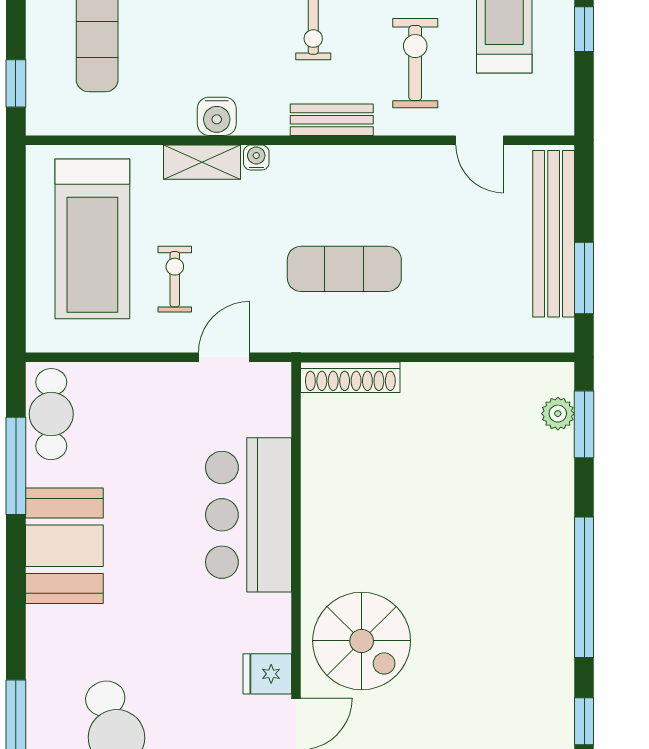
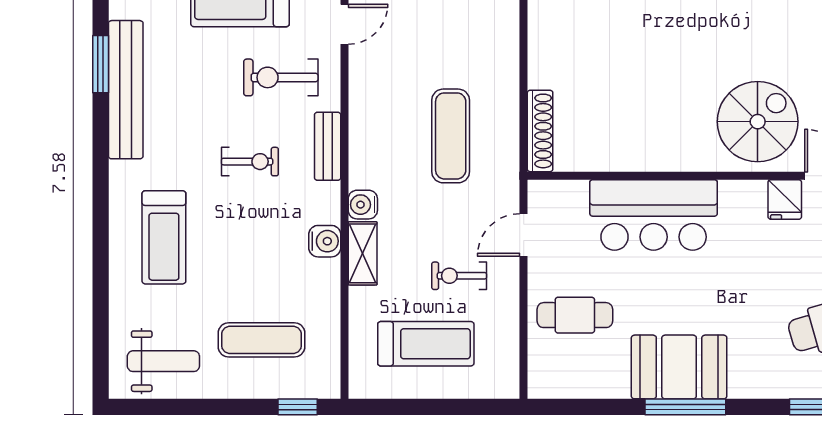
water cooler: (256, 158) -> (363, 205), width x1.38, depth x1.38
treadmill: (92, 239) -> (426, 344), width x0.73, depth x0.73
door: (224, 357) -> (524, 235), hinge flipped
cafe table: (51, 414) -> (575, 315), moved
window: (16, 466) -> (685, 407), moved

